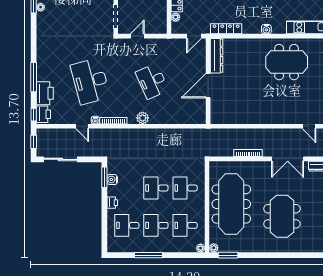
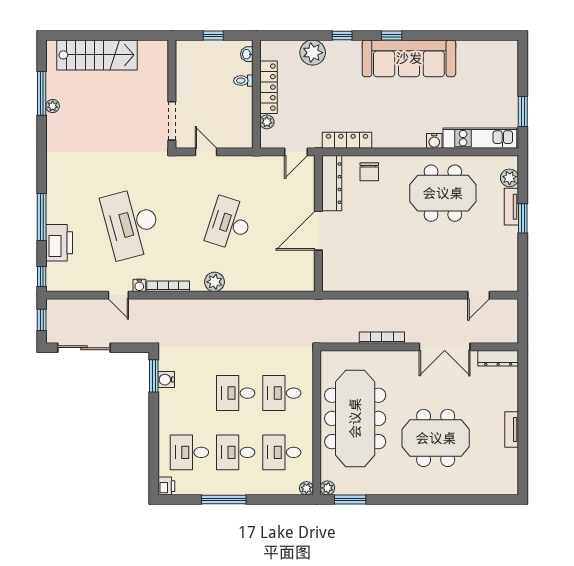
water cooler: (266, 29) -> (434, 141), moved
door: (137, 36) -> (206, 152), hinge flipped
chair: (240, 49) -> (369, 172), added
desk: (152, 81) -> (229, 224), turned 42
printer: (43, 114) -> (57, 276), removed
door: (309, 126) -> (479, 295), hinge flipped
printer: (112, 203) -> (166, 486), moved
meeting table: (282, 216) -> (436, 438), turned 90

